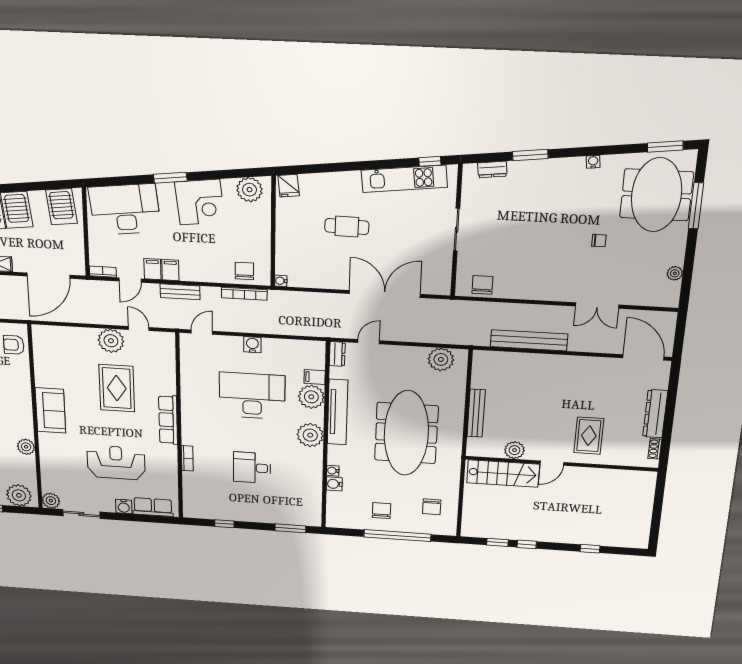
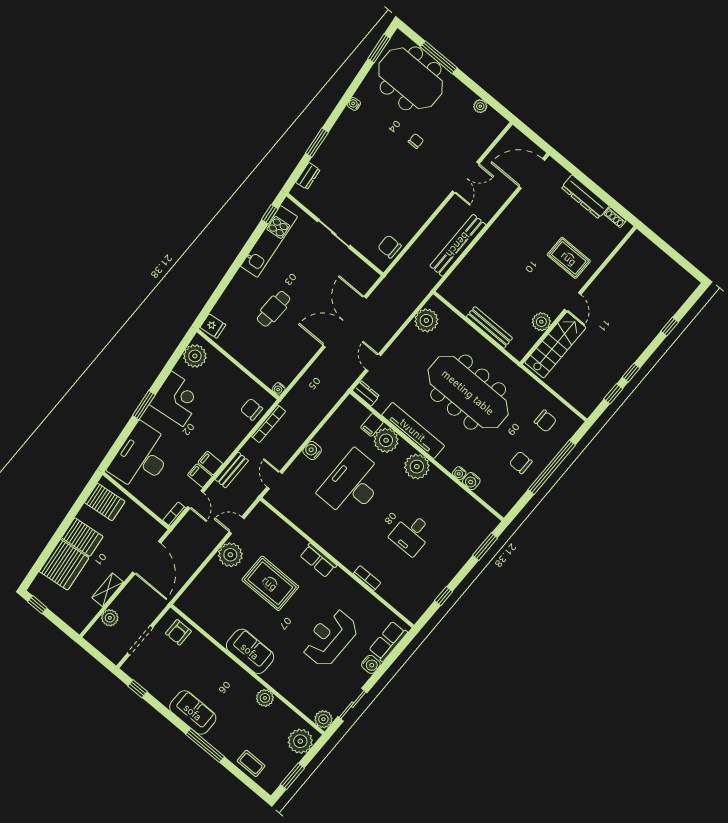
row of seats: (168, 420) -> (318, 560), width x0.68

